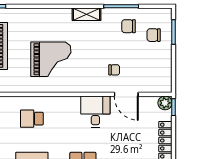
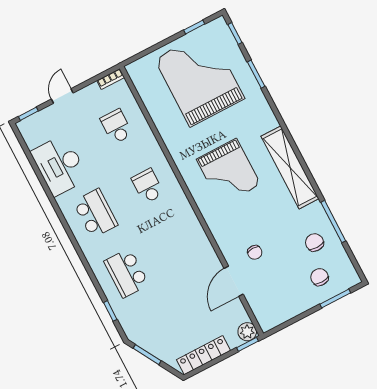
shelving: (86, 14) -> (290, 167), width x2.20, depth x1.33
desk: (95, 112) -> (195, 256), removed

